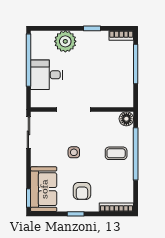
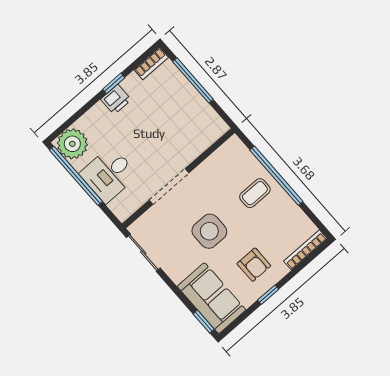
printer: (86, 38) -> (116, 99), added
plant: (65, 41) -> (72, 144), moved
floor lamp: (126, 119) -> (234, 147), removed
side table: (74, 152) -> (209, 231), width x1.87, depth x1.87

